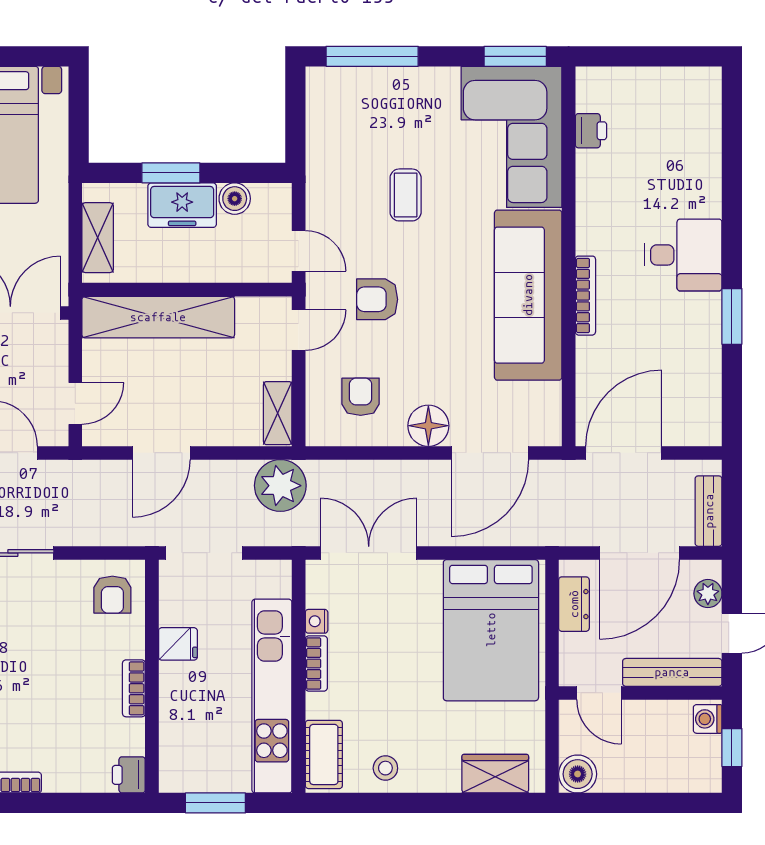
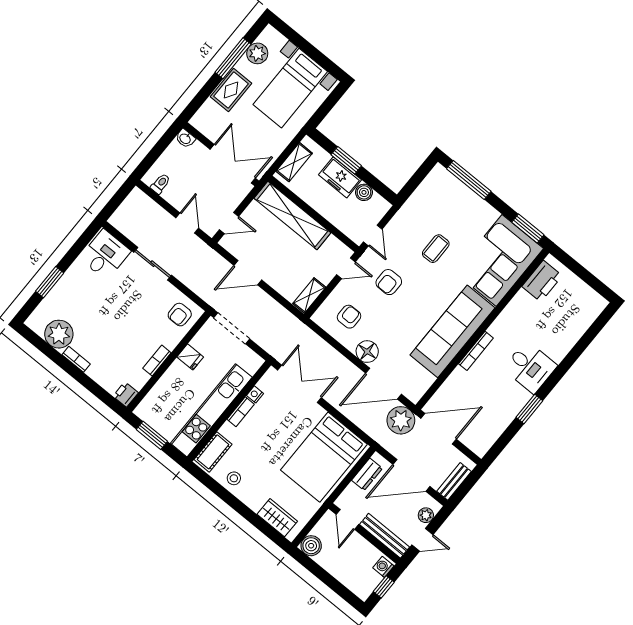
printer: (591, 131) -> (542, 281), width x1.87, depth x1.48
armchair: (377, 299) -> (389, 282), turned -90
plant: (280, 486) -> (401, 420), moved

